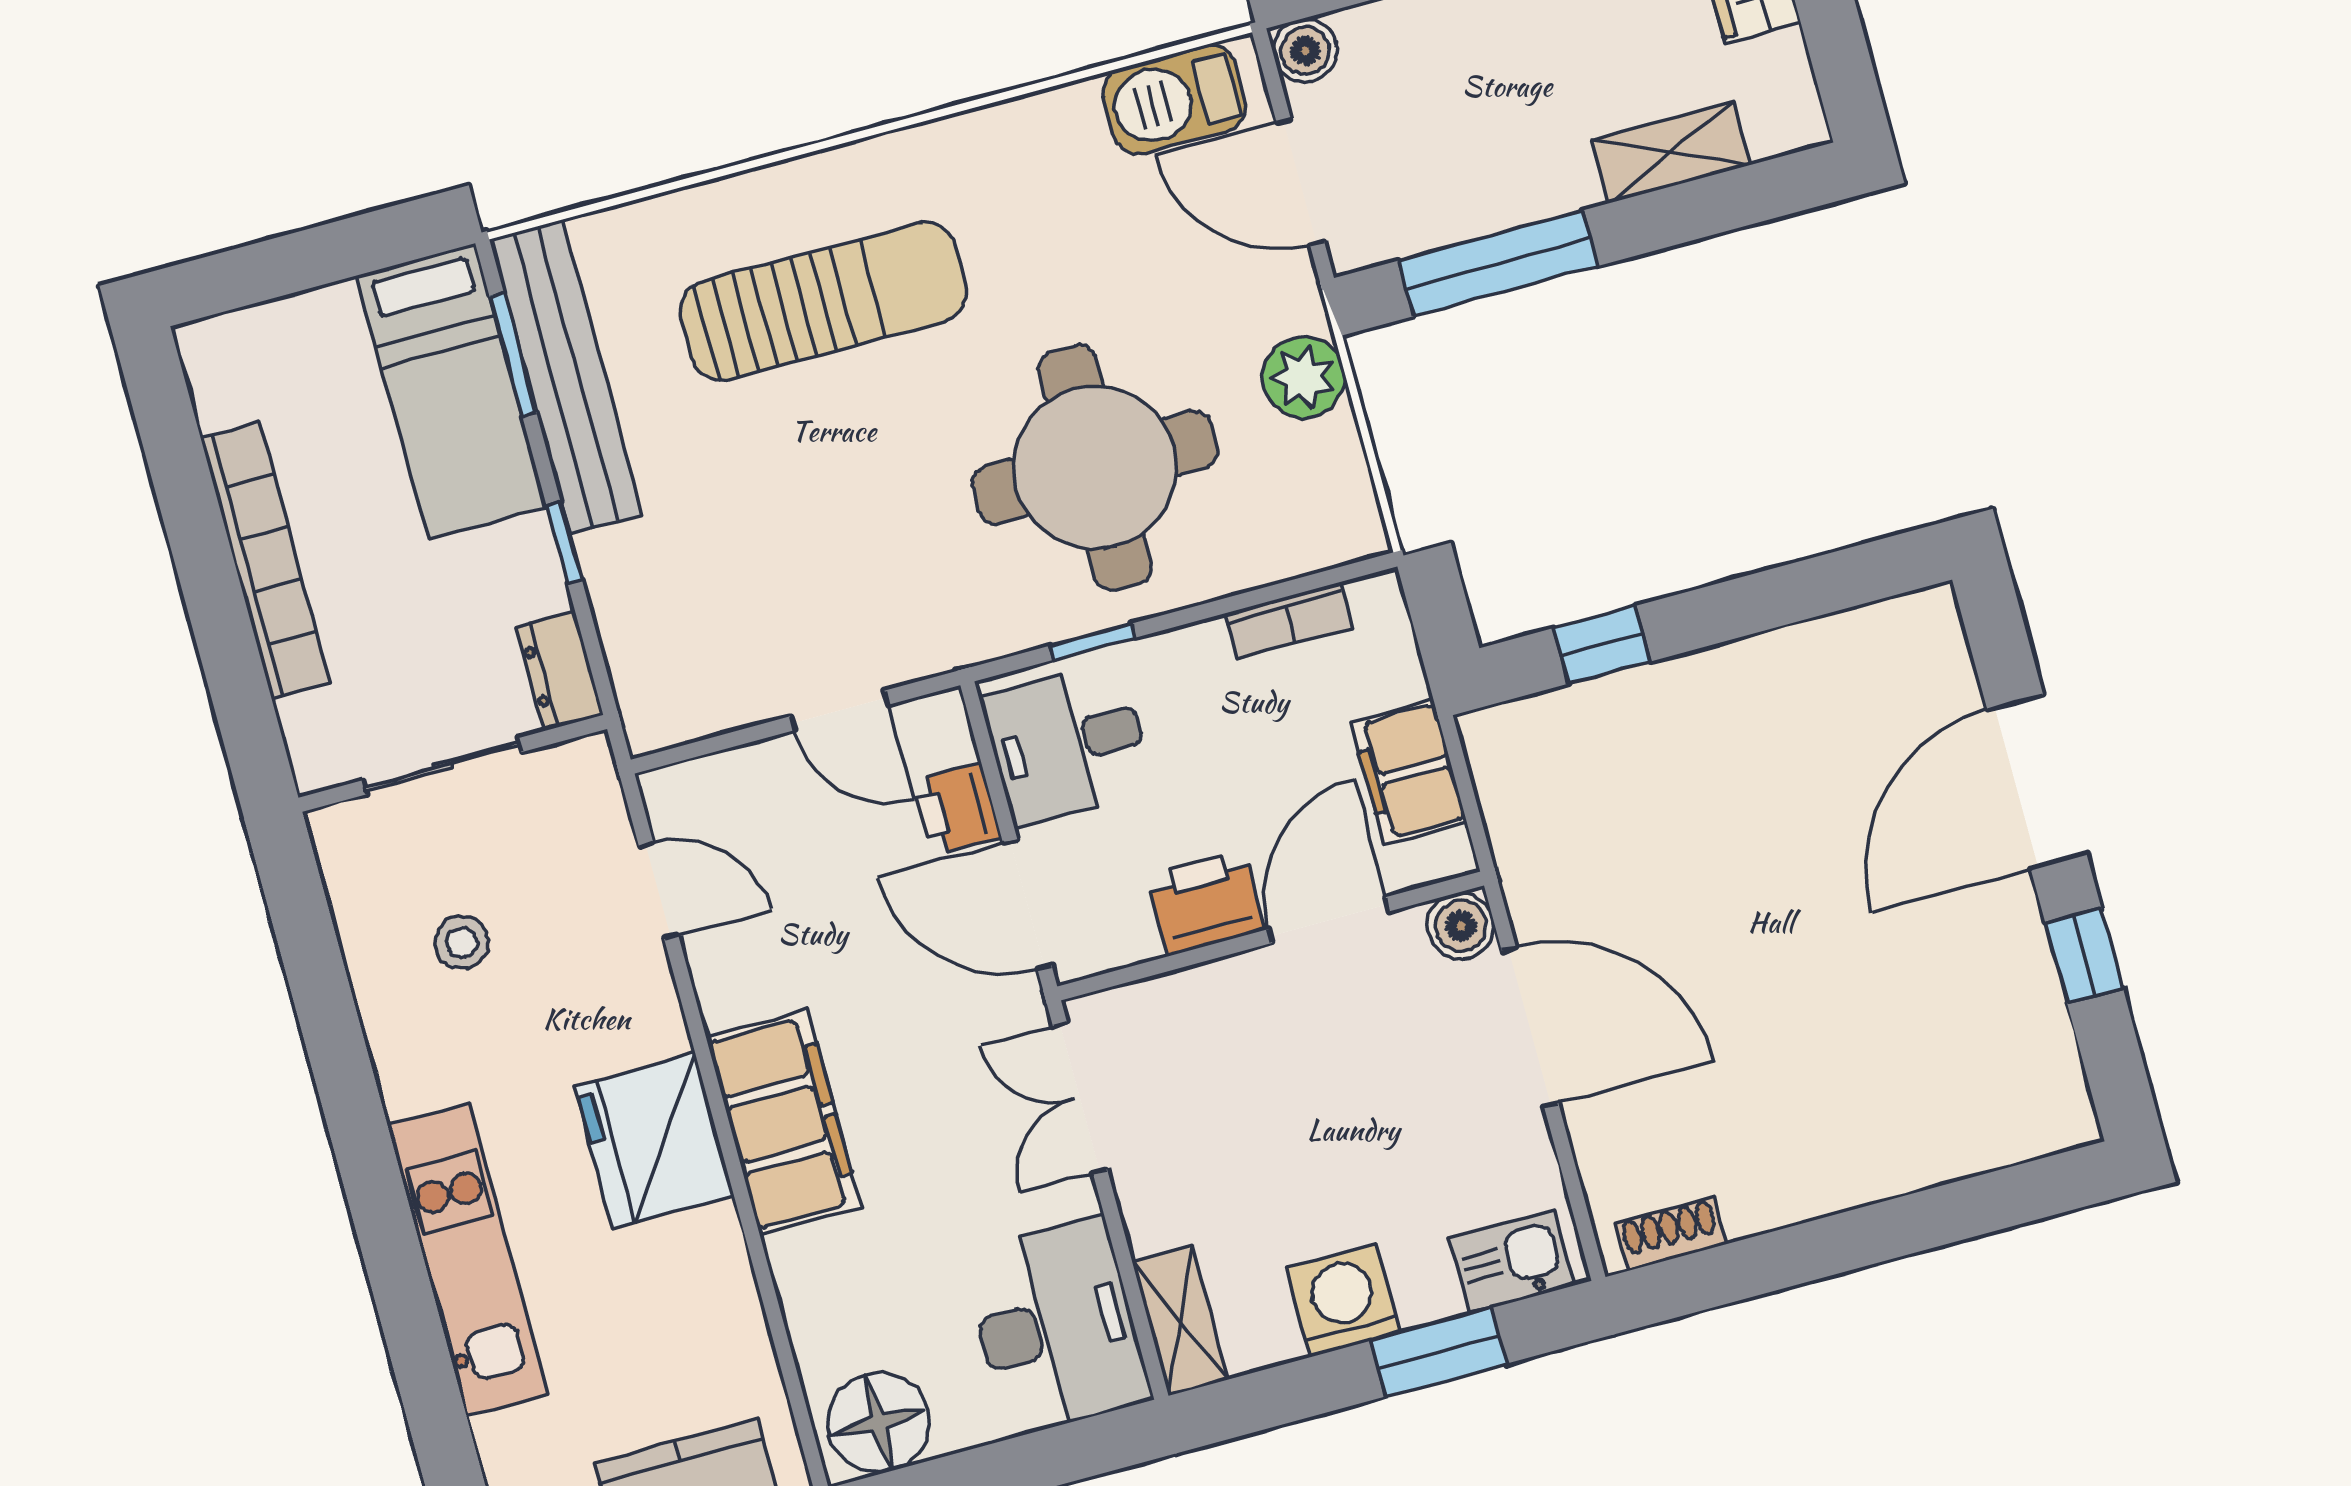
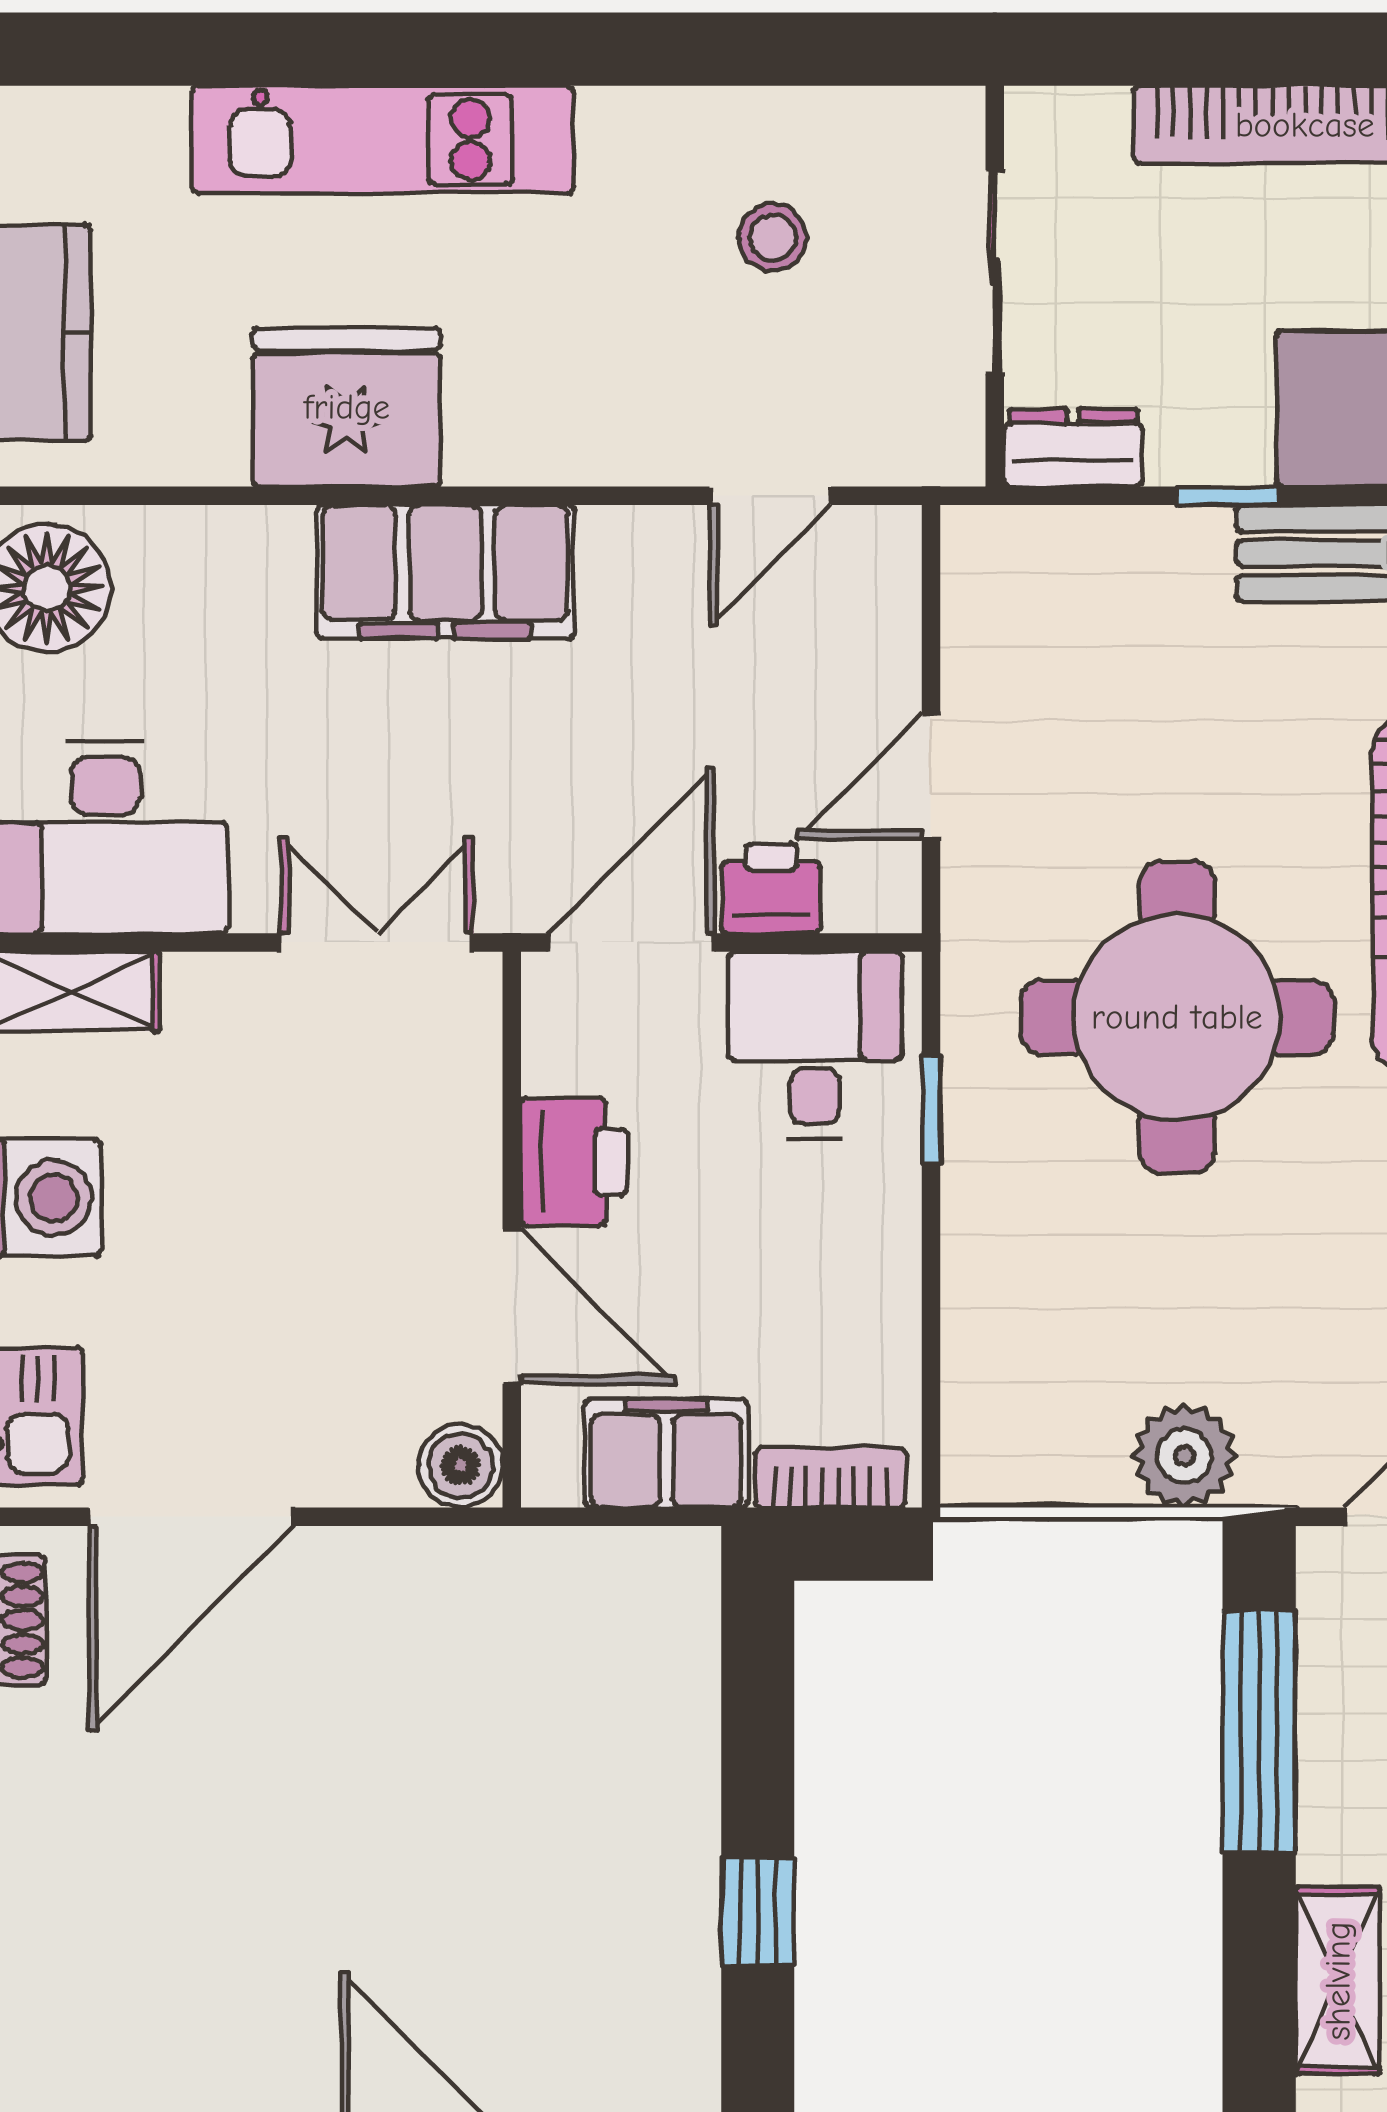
round table: (1095, 467) -> (1177, 1017), moved
bookcase: (1289, 620) -> (830, 1478), moved, turned 90
window: (1602, 645) -> (758, 1912), moved
door: (1530, 1027) -> (191, 1517), moved
fridge: (654, 1141) -> (347, 407), moved

